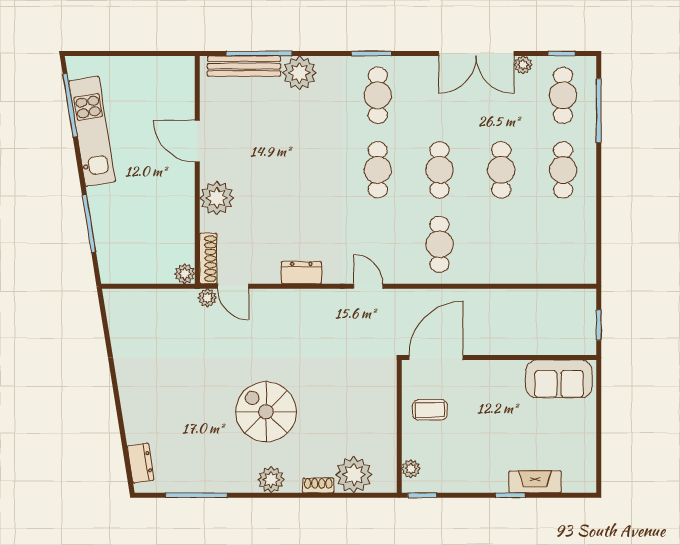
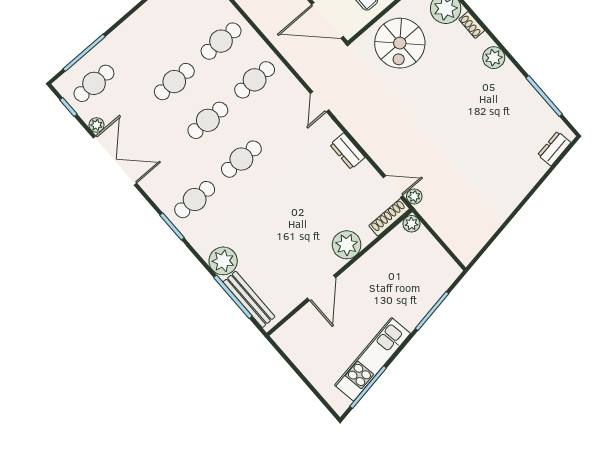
cafe table: (563, 170) -> (221, 41), moved
door: (233, 286) -> (393, 187), hinge flipped
spiral stairs: (266, 412) -> (400, 43), moved

